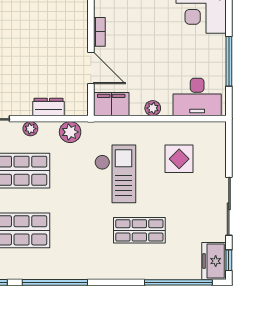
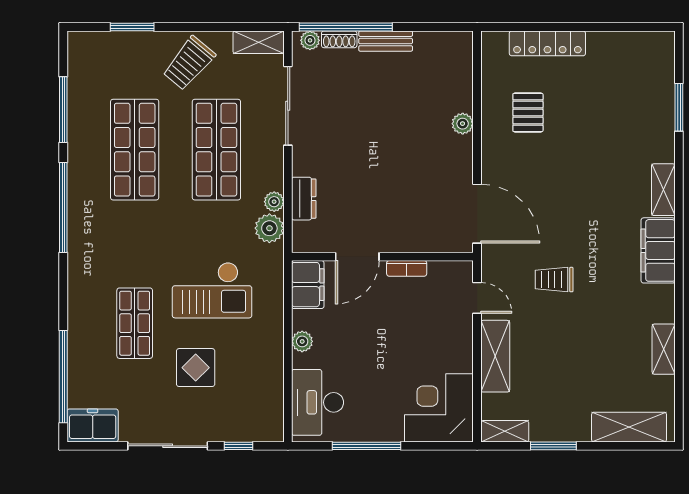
plant: (30, 129) -> (274, 202), moved
display table: (179, 159) -> (196, 368), moved
window: (229, 260) -> (239, 446), moved

